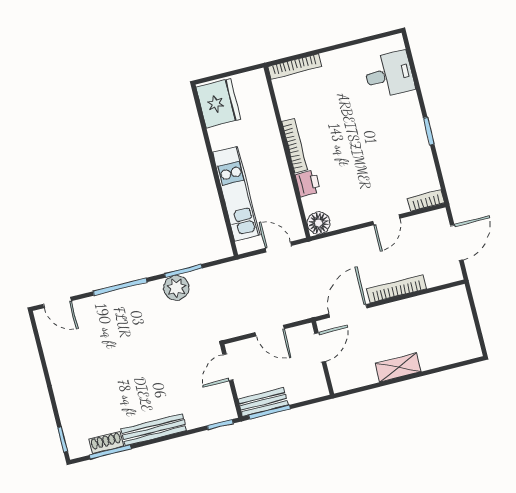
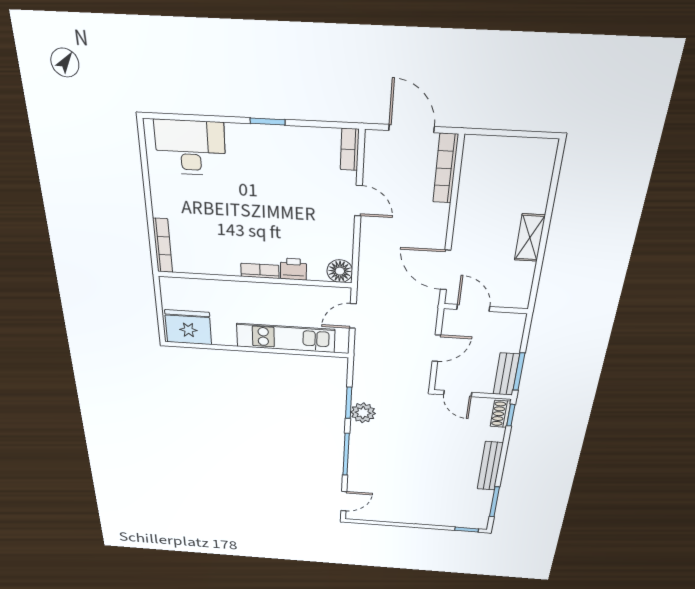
desk: (389, 75) -> (190, 148), width x1.37
bookcase: (295, 146) -> (260, 271), width x0.64
bookcase: (396, 289) -> (446, 169), moved
shoe rack: (106, 443) -> (501, 414), moved

